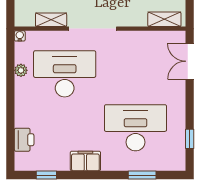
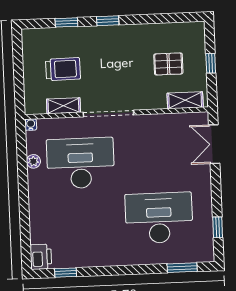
printer: (24, 140) -> (41, 257), moved
filing cabinet: (85, 161) -> (107, 256), removed
window: (142, 175) -> (182, 268), moved

